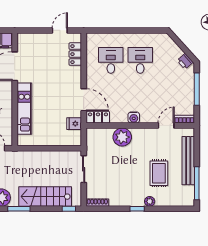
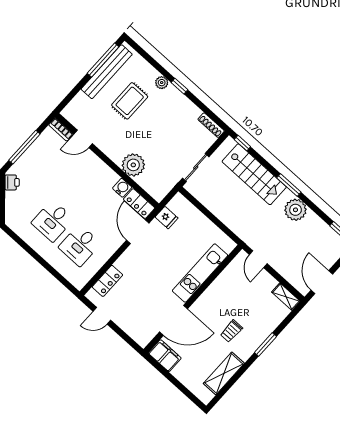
water cooler: (134, 117) -> (122, 188), moved
bench: (188, 161) -> (107, 72), moved

